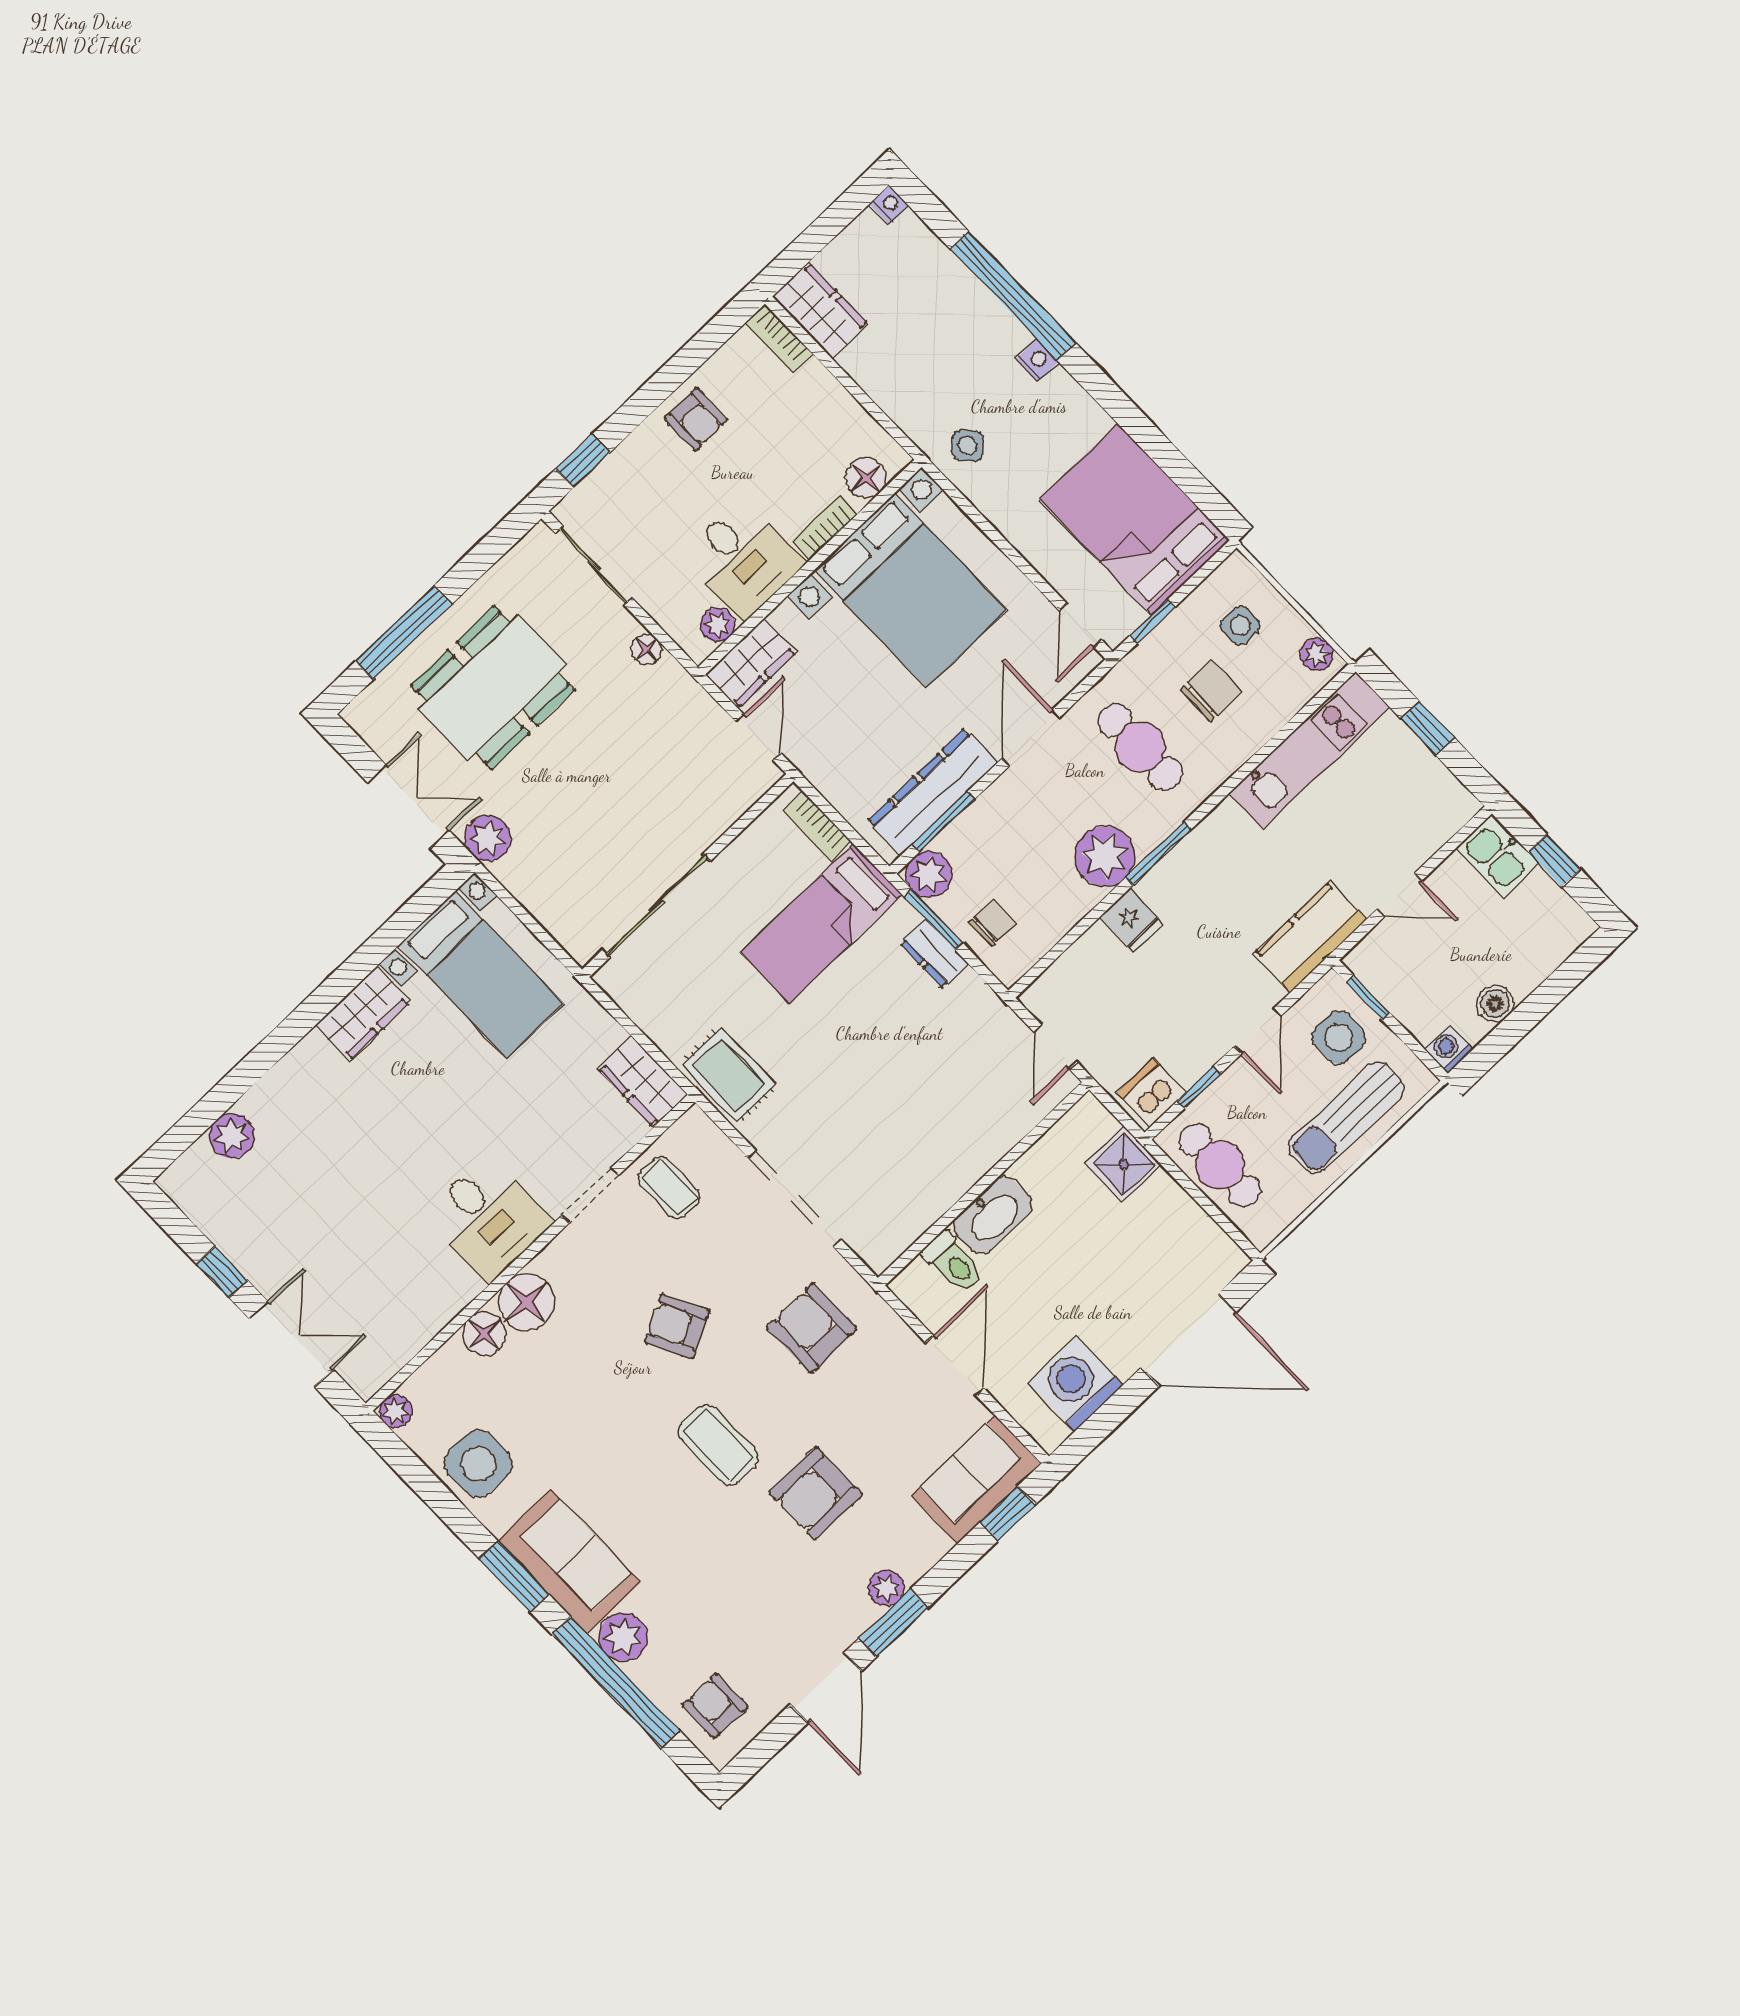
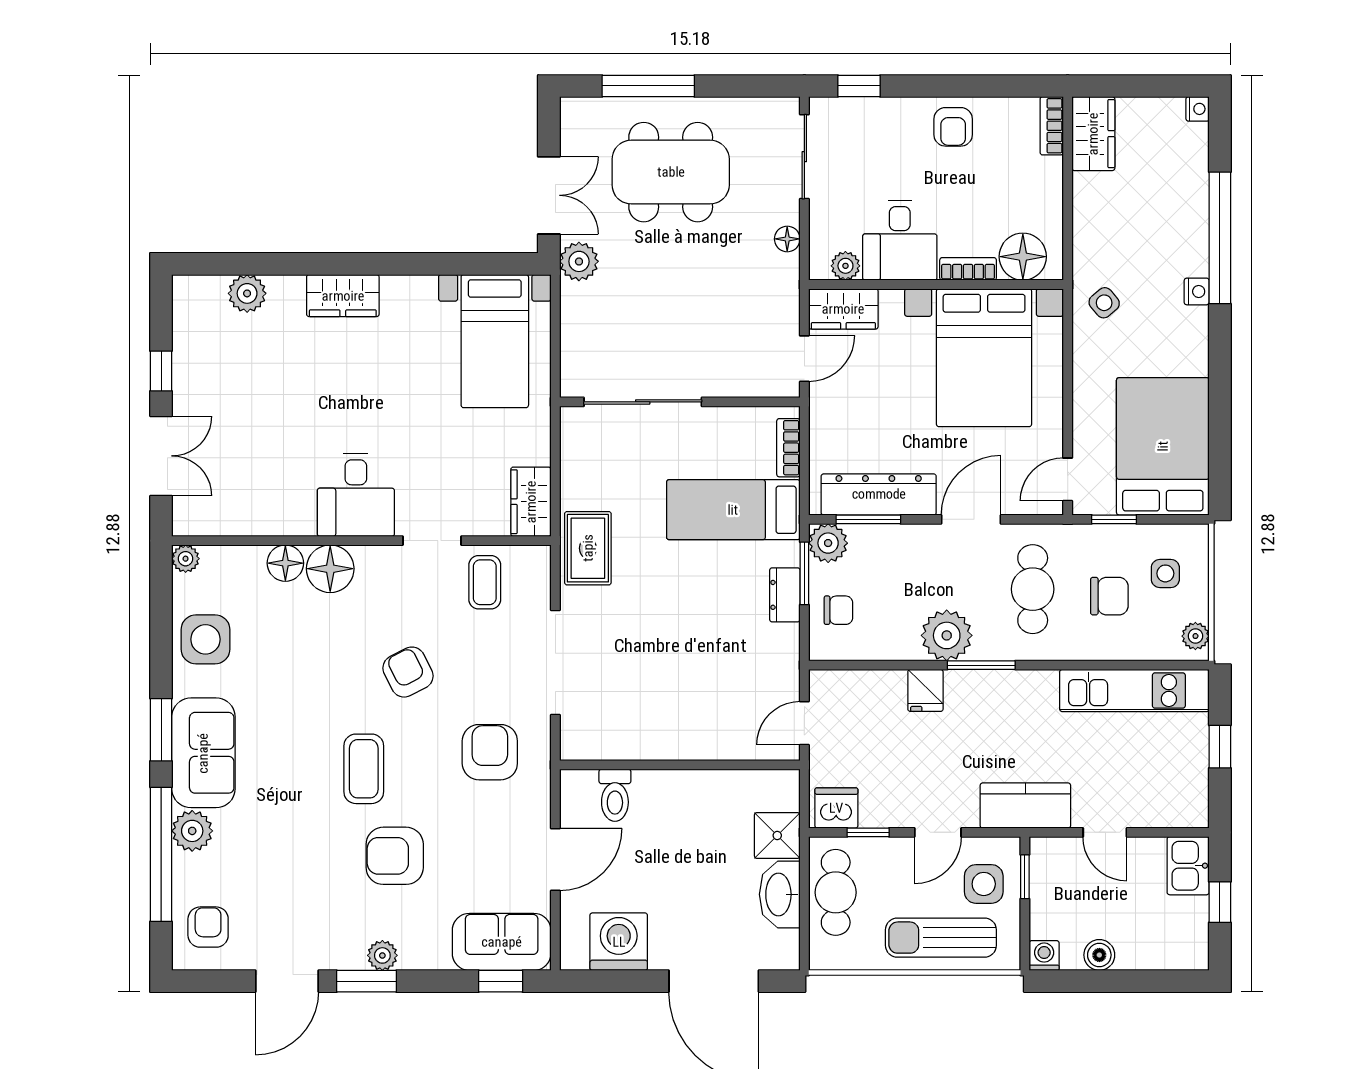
floor lamp: (866, 478) -> (1023, 257), width x1.38, depth x1.38
wardrobe: (363, 1014) -> (343, 296), moved
washbasin: (993, 1215) -> (780, 894), moved, turned 90

